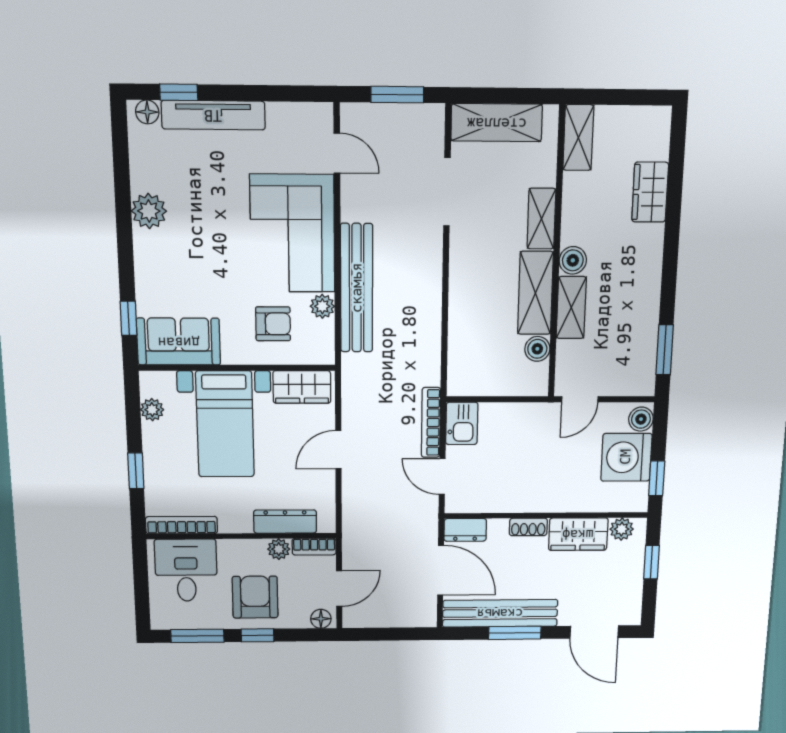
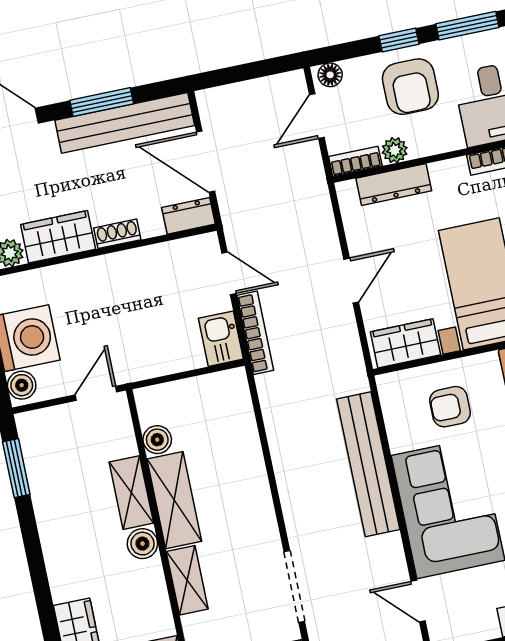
plant: (322, 306) -> (401, 437), removed

